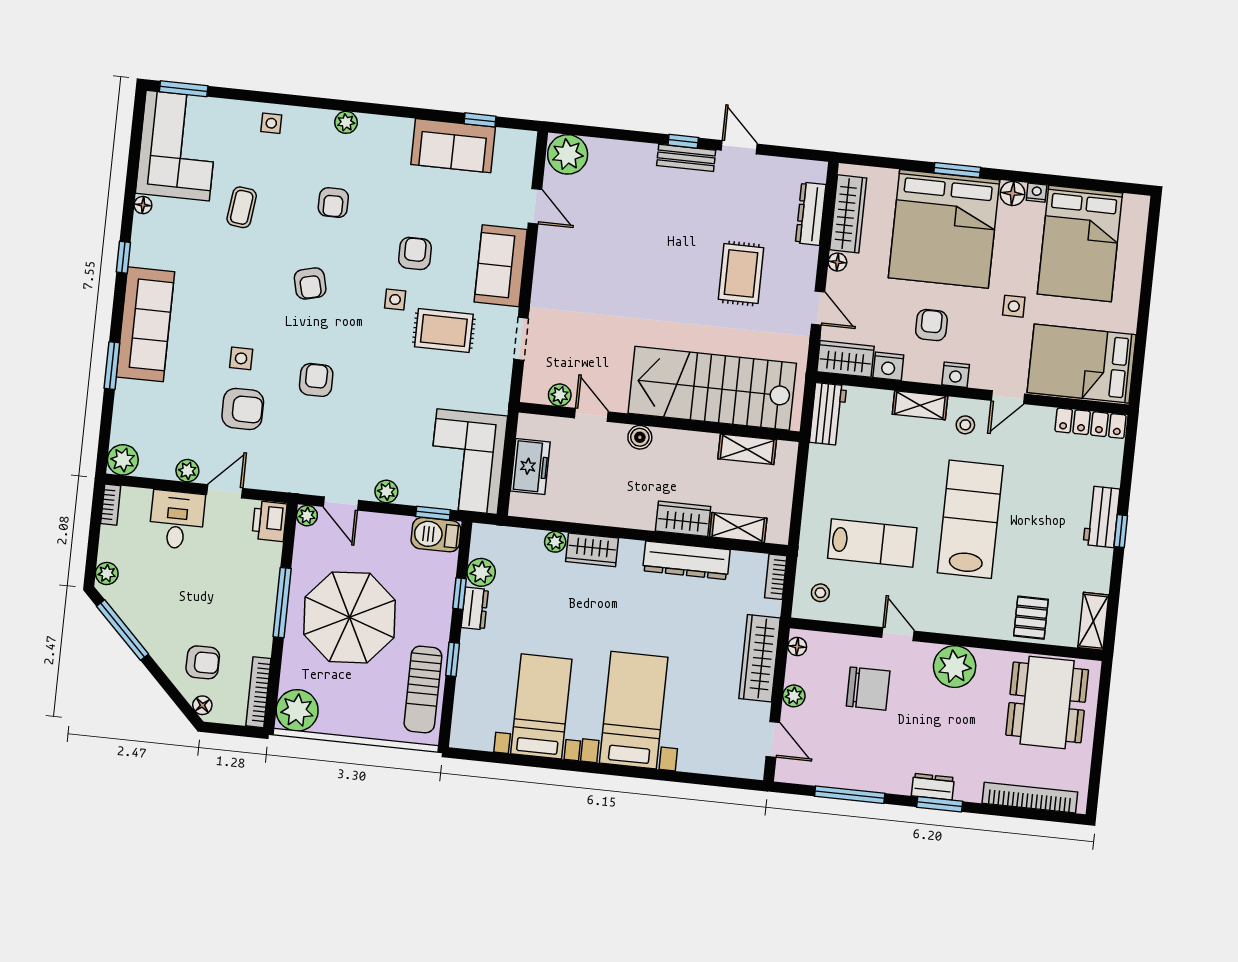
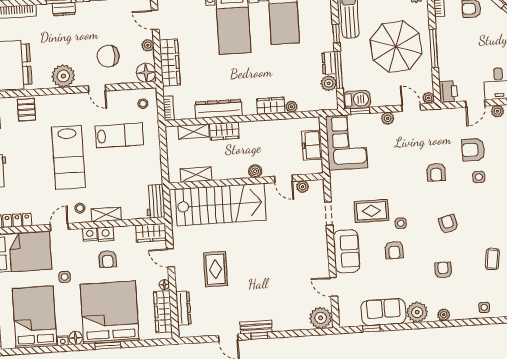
plant: (393, 135) -> (417, 312), added
nightstand: (888, 366) -> (106, 234), moved
lab bench: (872, 543) -> (119, 135), turned 180
window: (459, 594) -> (339, 70), width x2.17
floor lamp: (797, 647) -> (146, 73), width x1.89, depth x1.89

